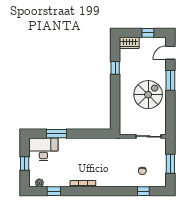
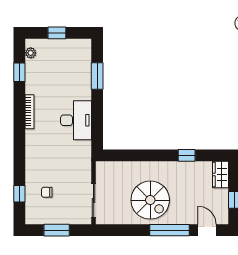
window: (170, 80) -> (169, 230), width x1.44
desk: (43, 149) -> (76, 120), moved

